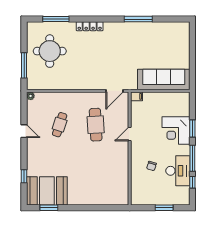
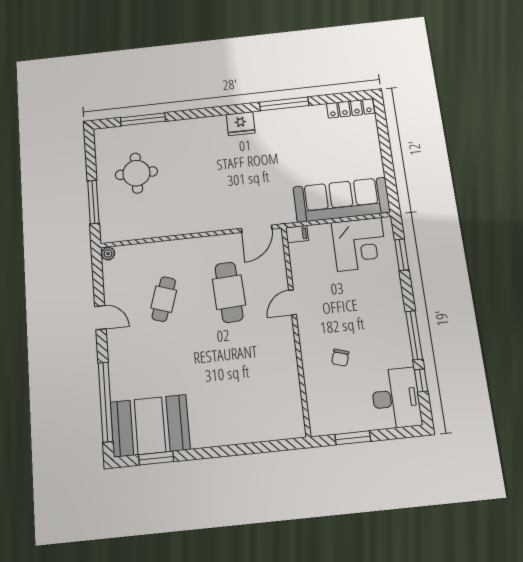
locker: (90, 26) -> (350, 108), moved
fridge: (112, 28) -> (241, 124), added
round table: (50, 51) -> (136, 173), width x0.73, depth x0.73
window: (192, 128) -> (402, 255), moved
corner desk: (176, 130) -> (359, 244), moved, turned -90
desk: (178, 171) -> (396, 398), moved
window: (24, 176) -> (105, 402), width x3.17
window: (164, 208) -> (353, 438), moved

